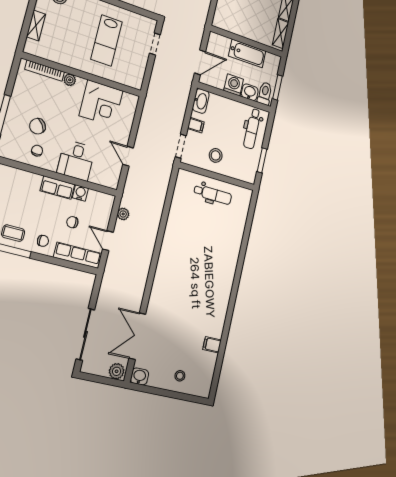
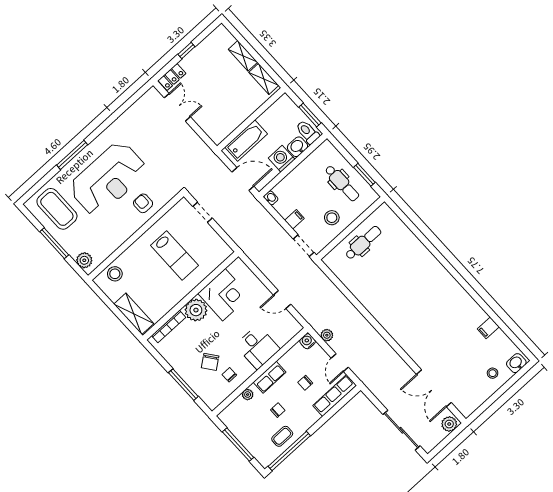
shelving: (36, 25) -> (134, 314), width x1.50, depth x1.33
bathtub: (247, 53) -> (246, 141), moved
door: (200, 62) -> (243, 179), hinge flipped
plant: (70, 80) -> (196, 310), width x1.88, depth x1.88
washbasin: (201, 101) -> (271, 198), width x0.52, depth x0.69
dental chair: (252, 129) -> (342, 183), moved
plant: (30, 178) -> (248, 395), added
water cooler: (80, 193) -> (307, 341), moved
chair: (43, 241) -> (278, 410), moved
door: (108, 241) -> (340, 363), hinge flipped
washbasin: (140, 376) -> (516, 363), moved

